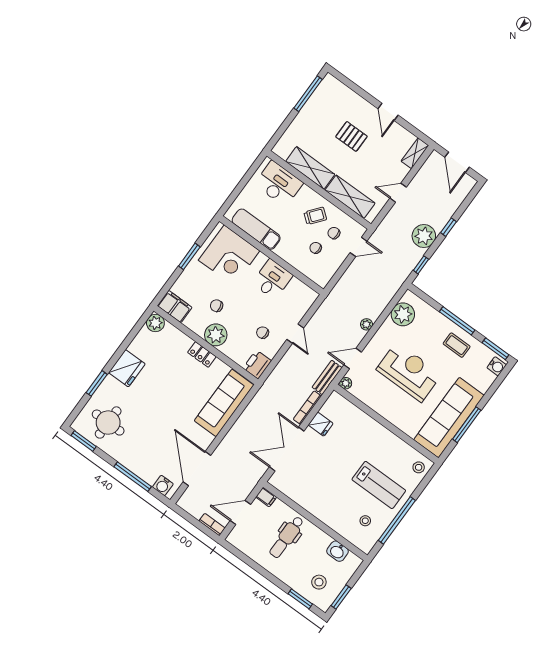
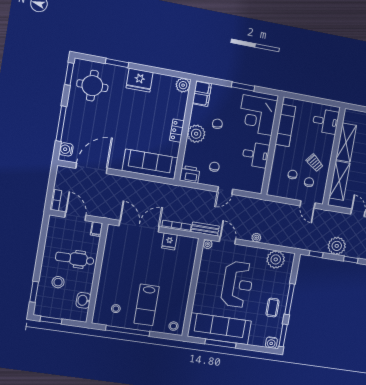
desk: (279, 184) -> (326, 121), width x0.73
stool: (319, 582) -> (58, 282), moved

